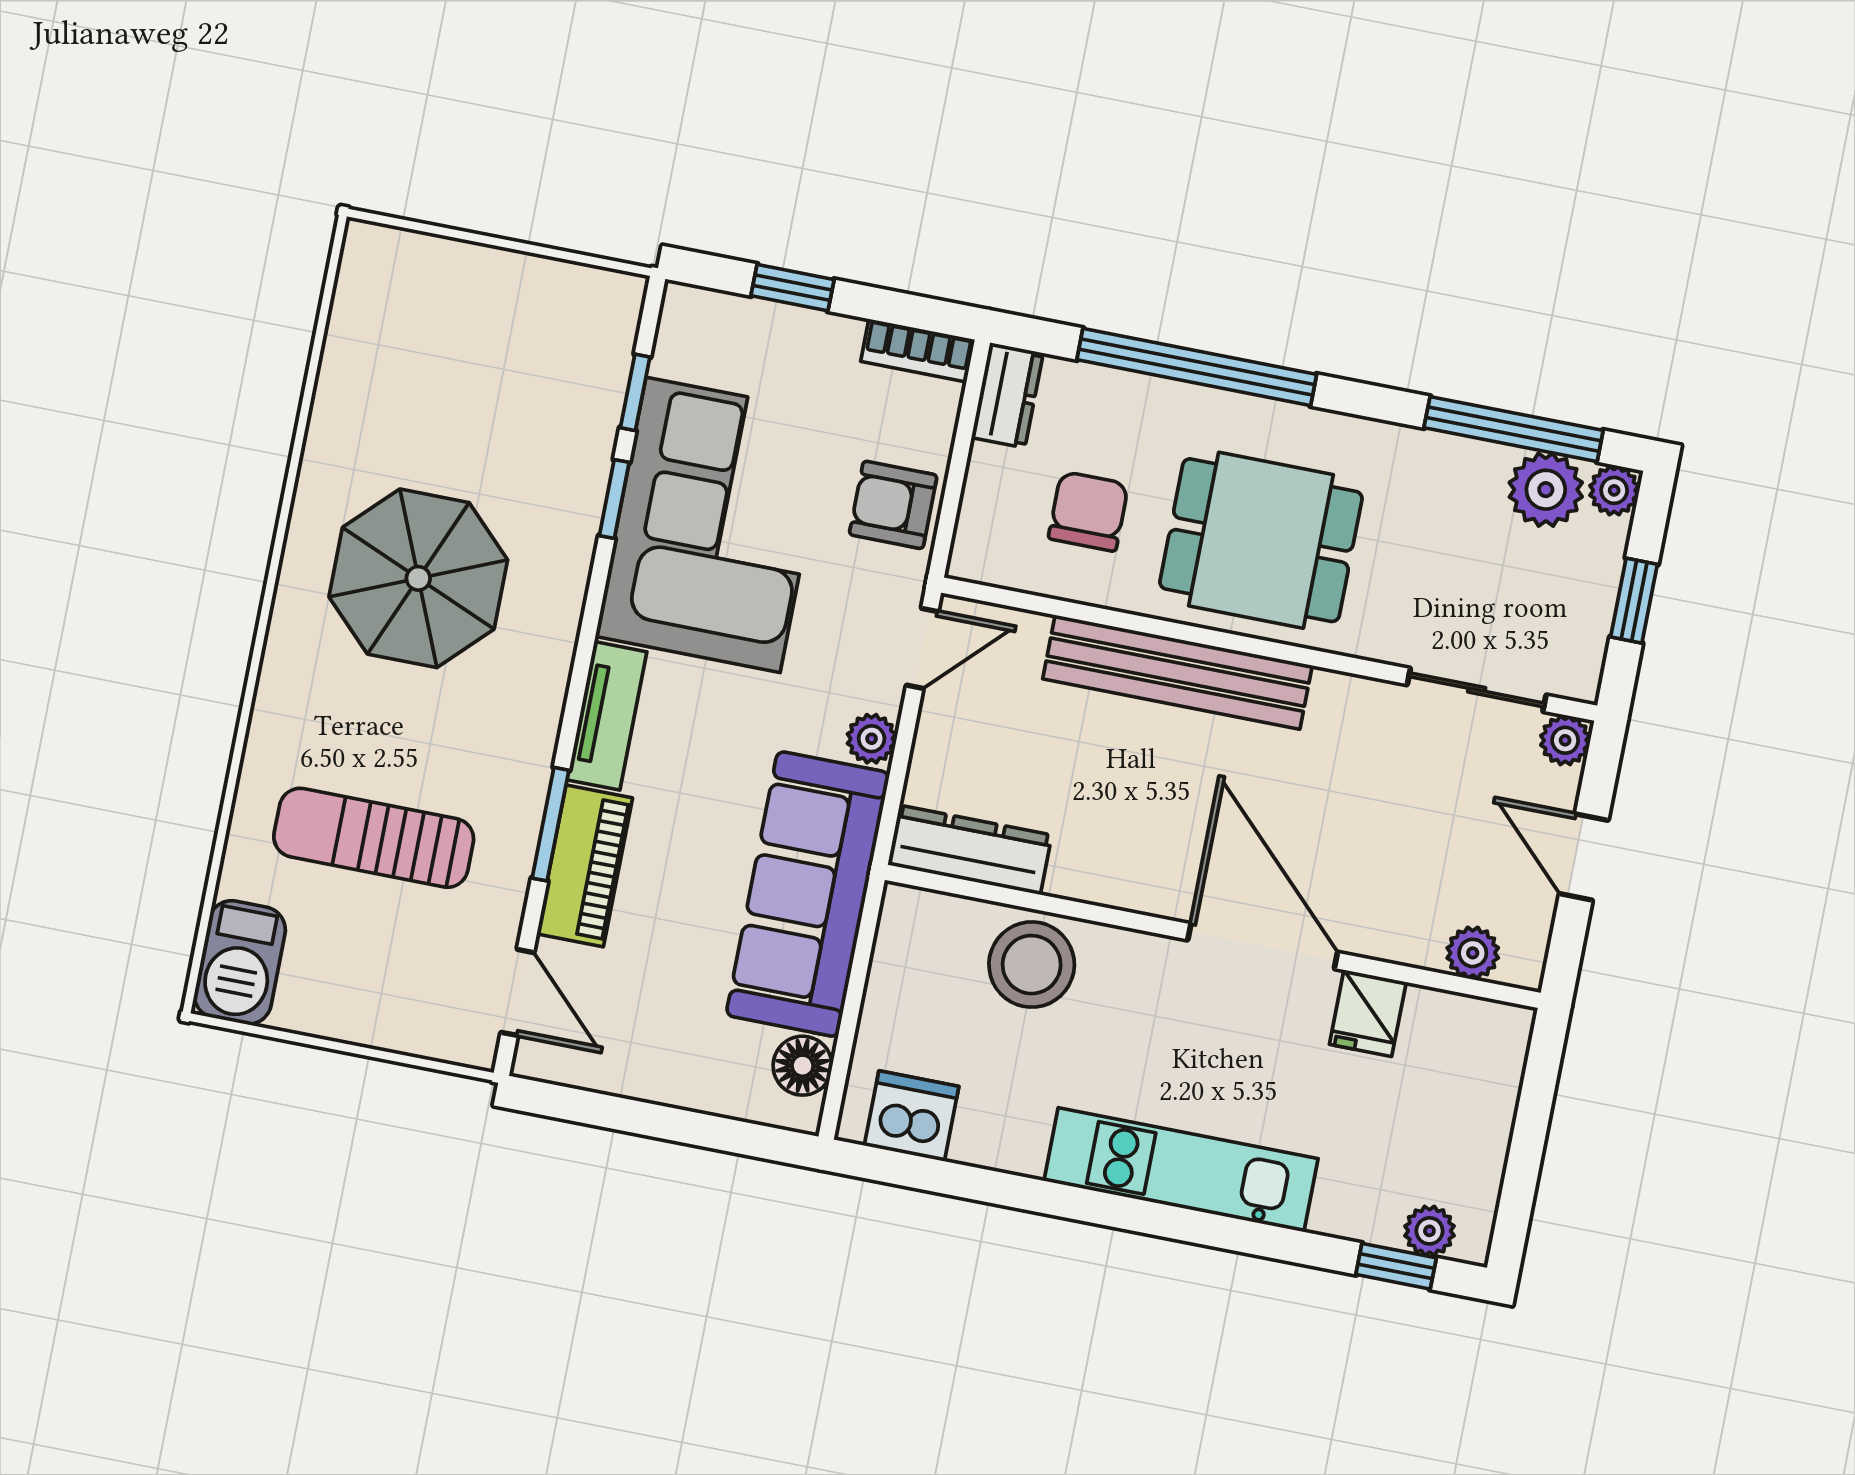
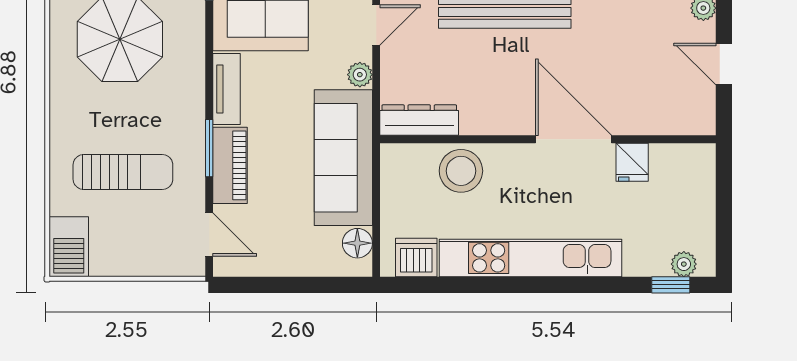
sun lounger: (374, 838) -> (123, 172), turned 180
plant: (1473, 953) -> (678, 122), removed
kitchen unit: (1181, 1170) -> (531, 258), width x1.36

